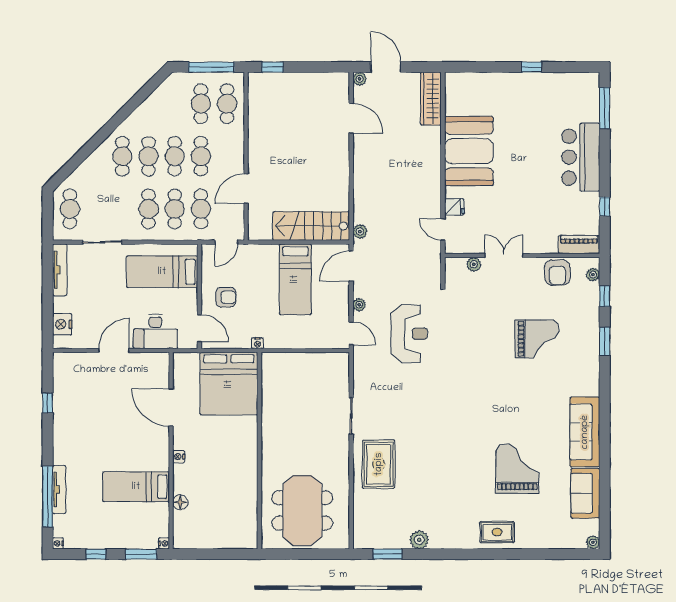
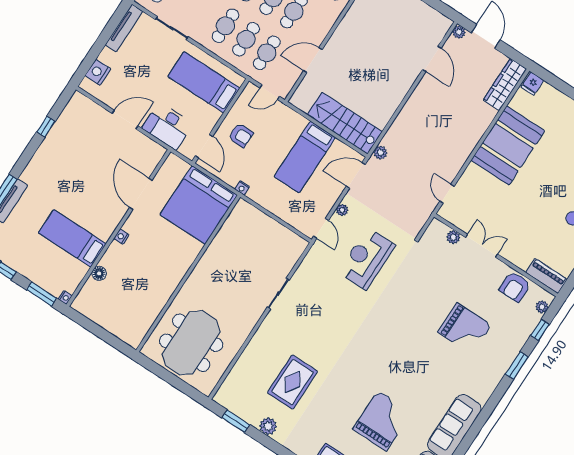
fridge: (454, 207) -> (532, 84), moved, turned 90
reception desk: (409, 334) -> (367, 259), turned 180
rug: (379, 464) -> (292, 382), moved

